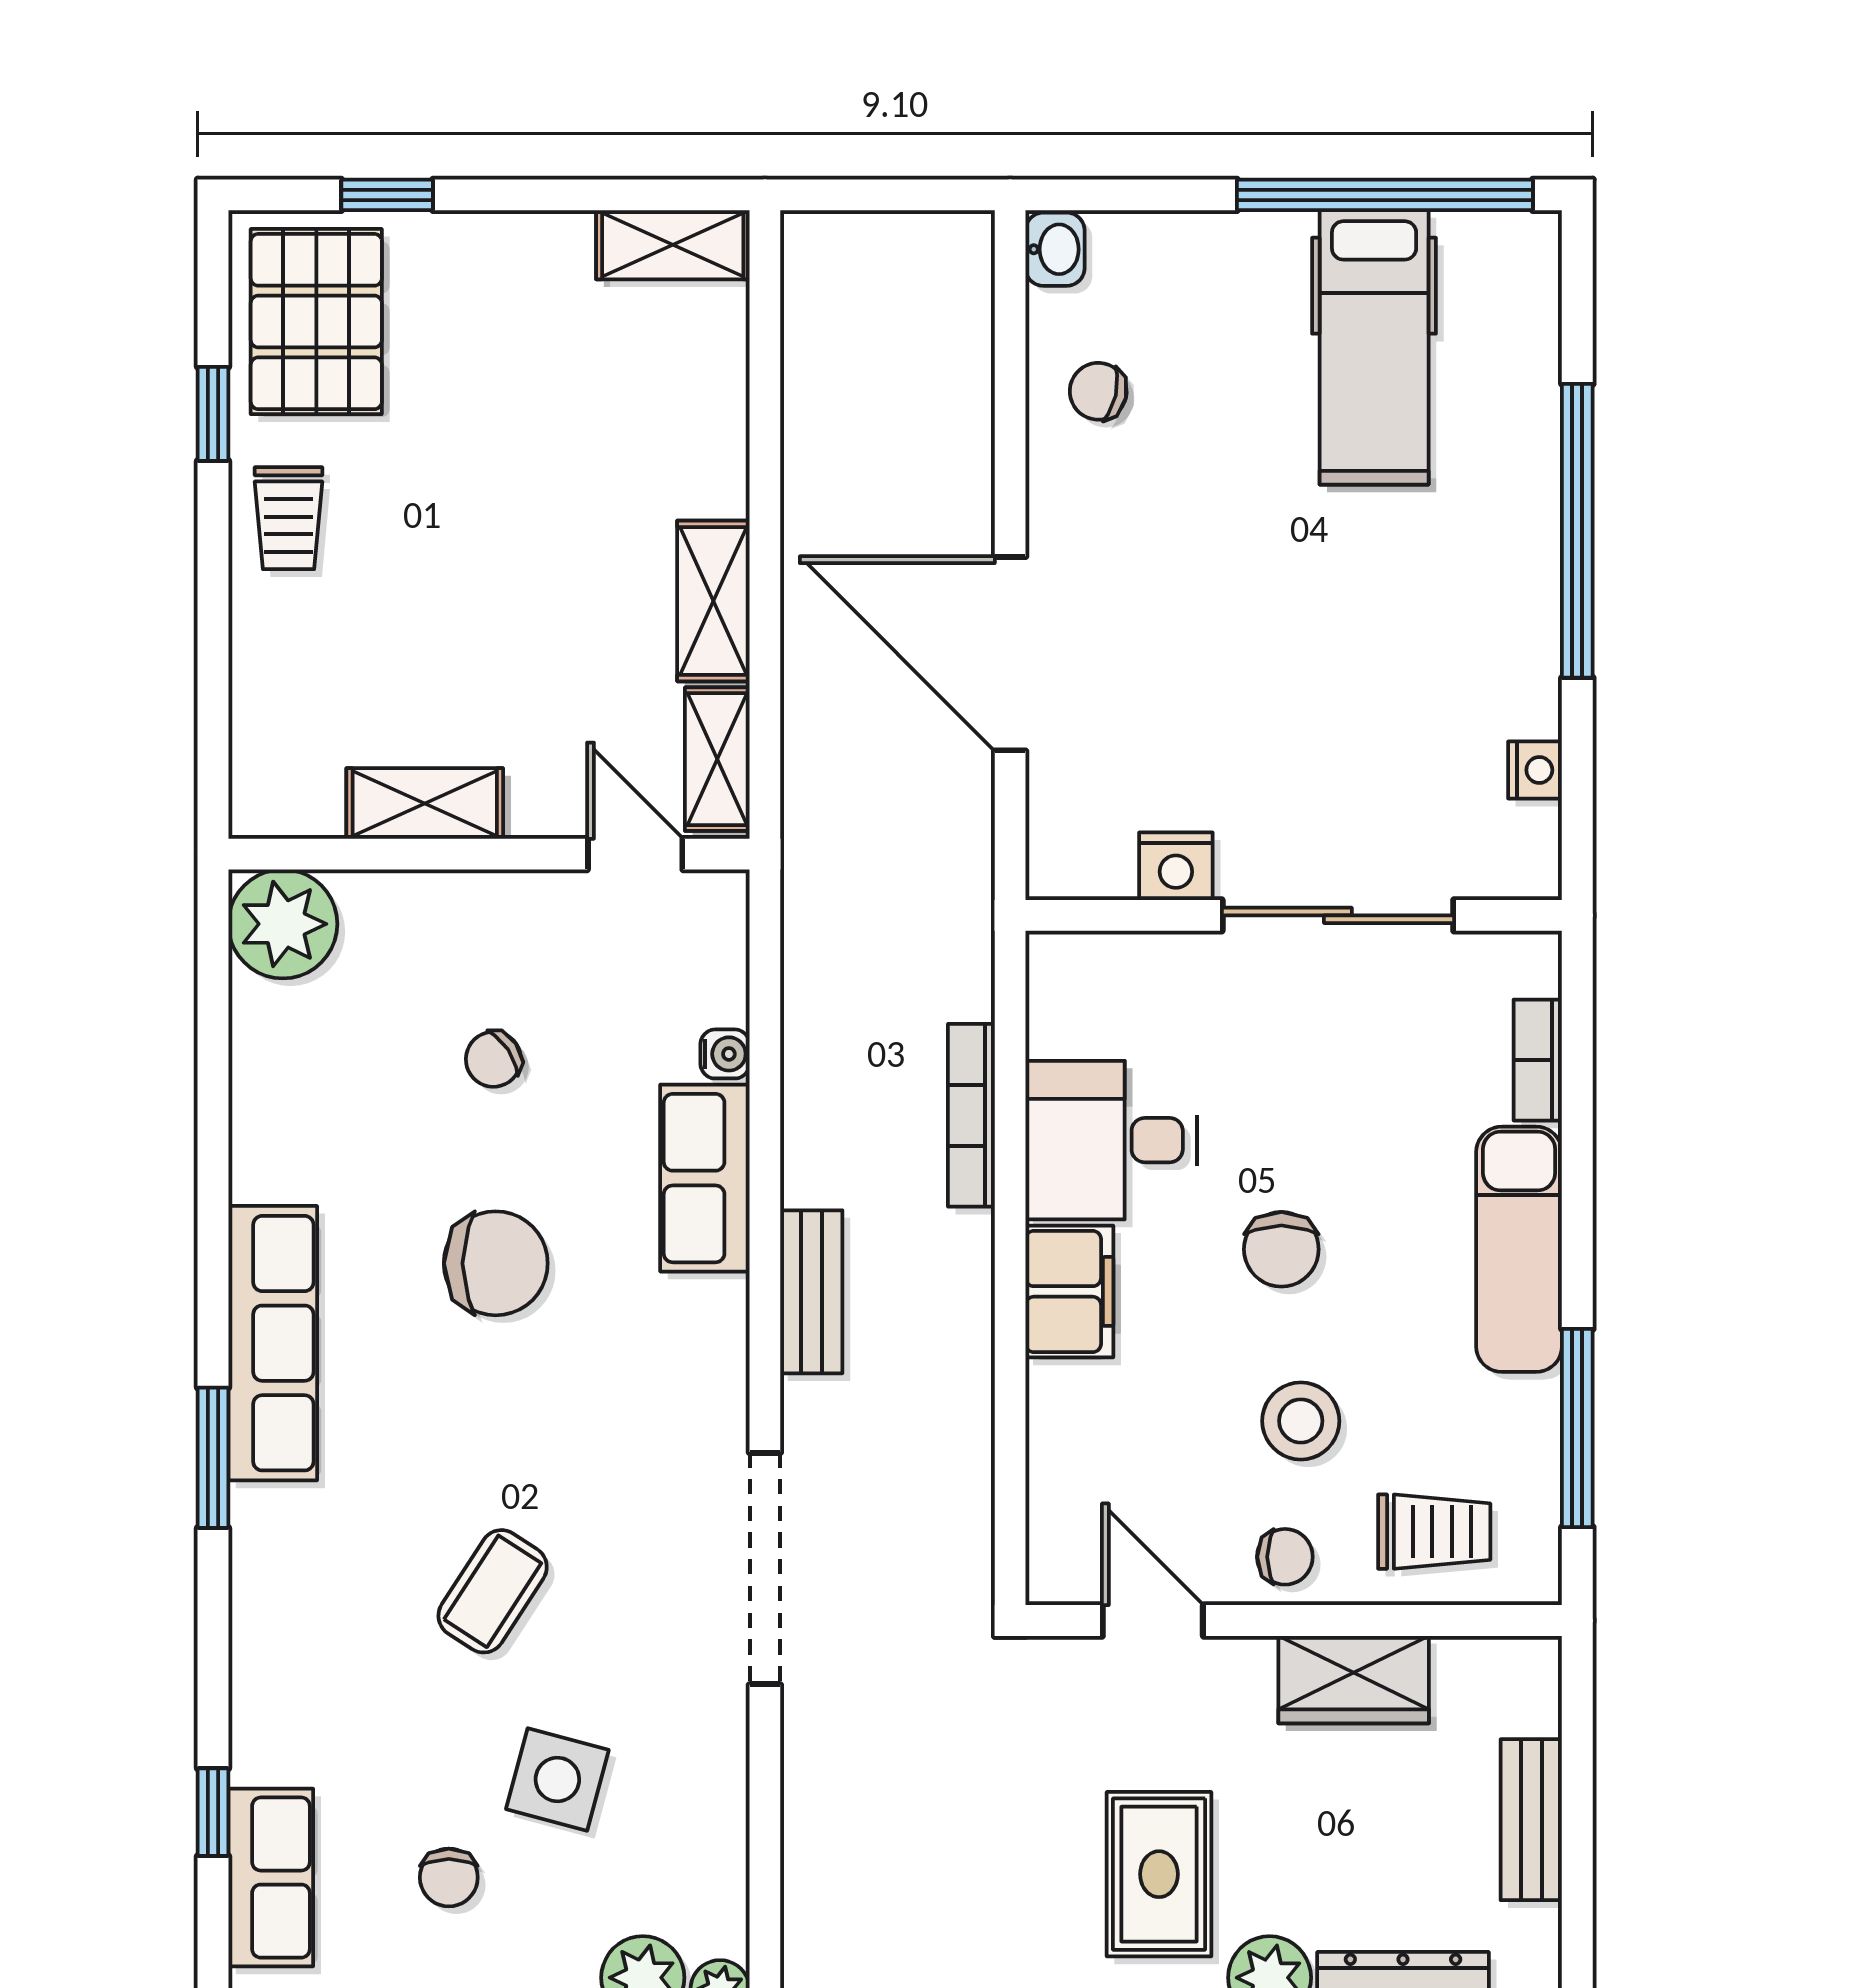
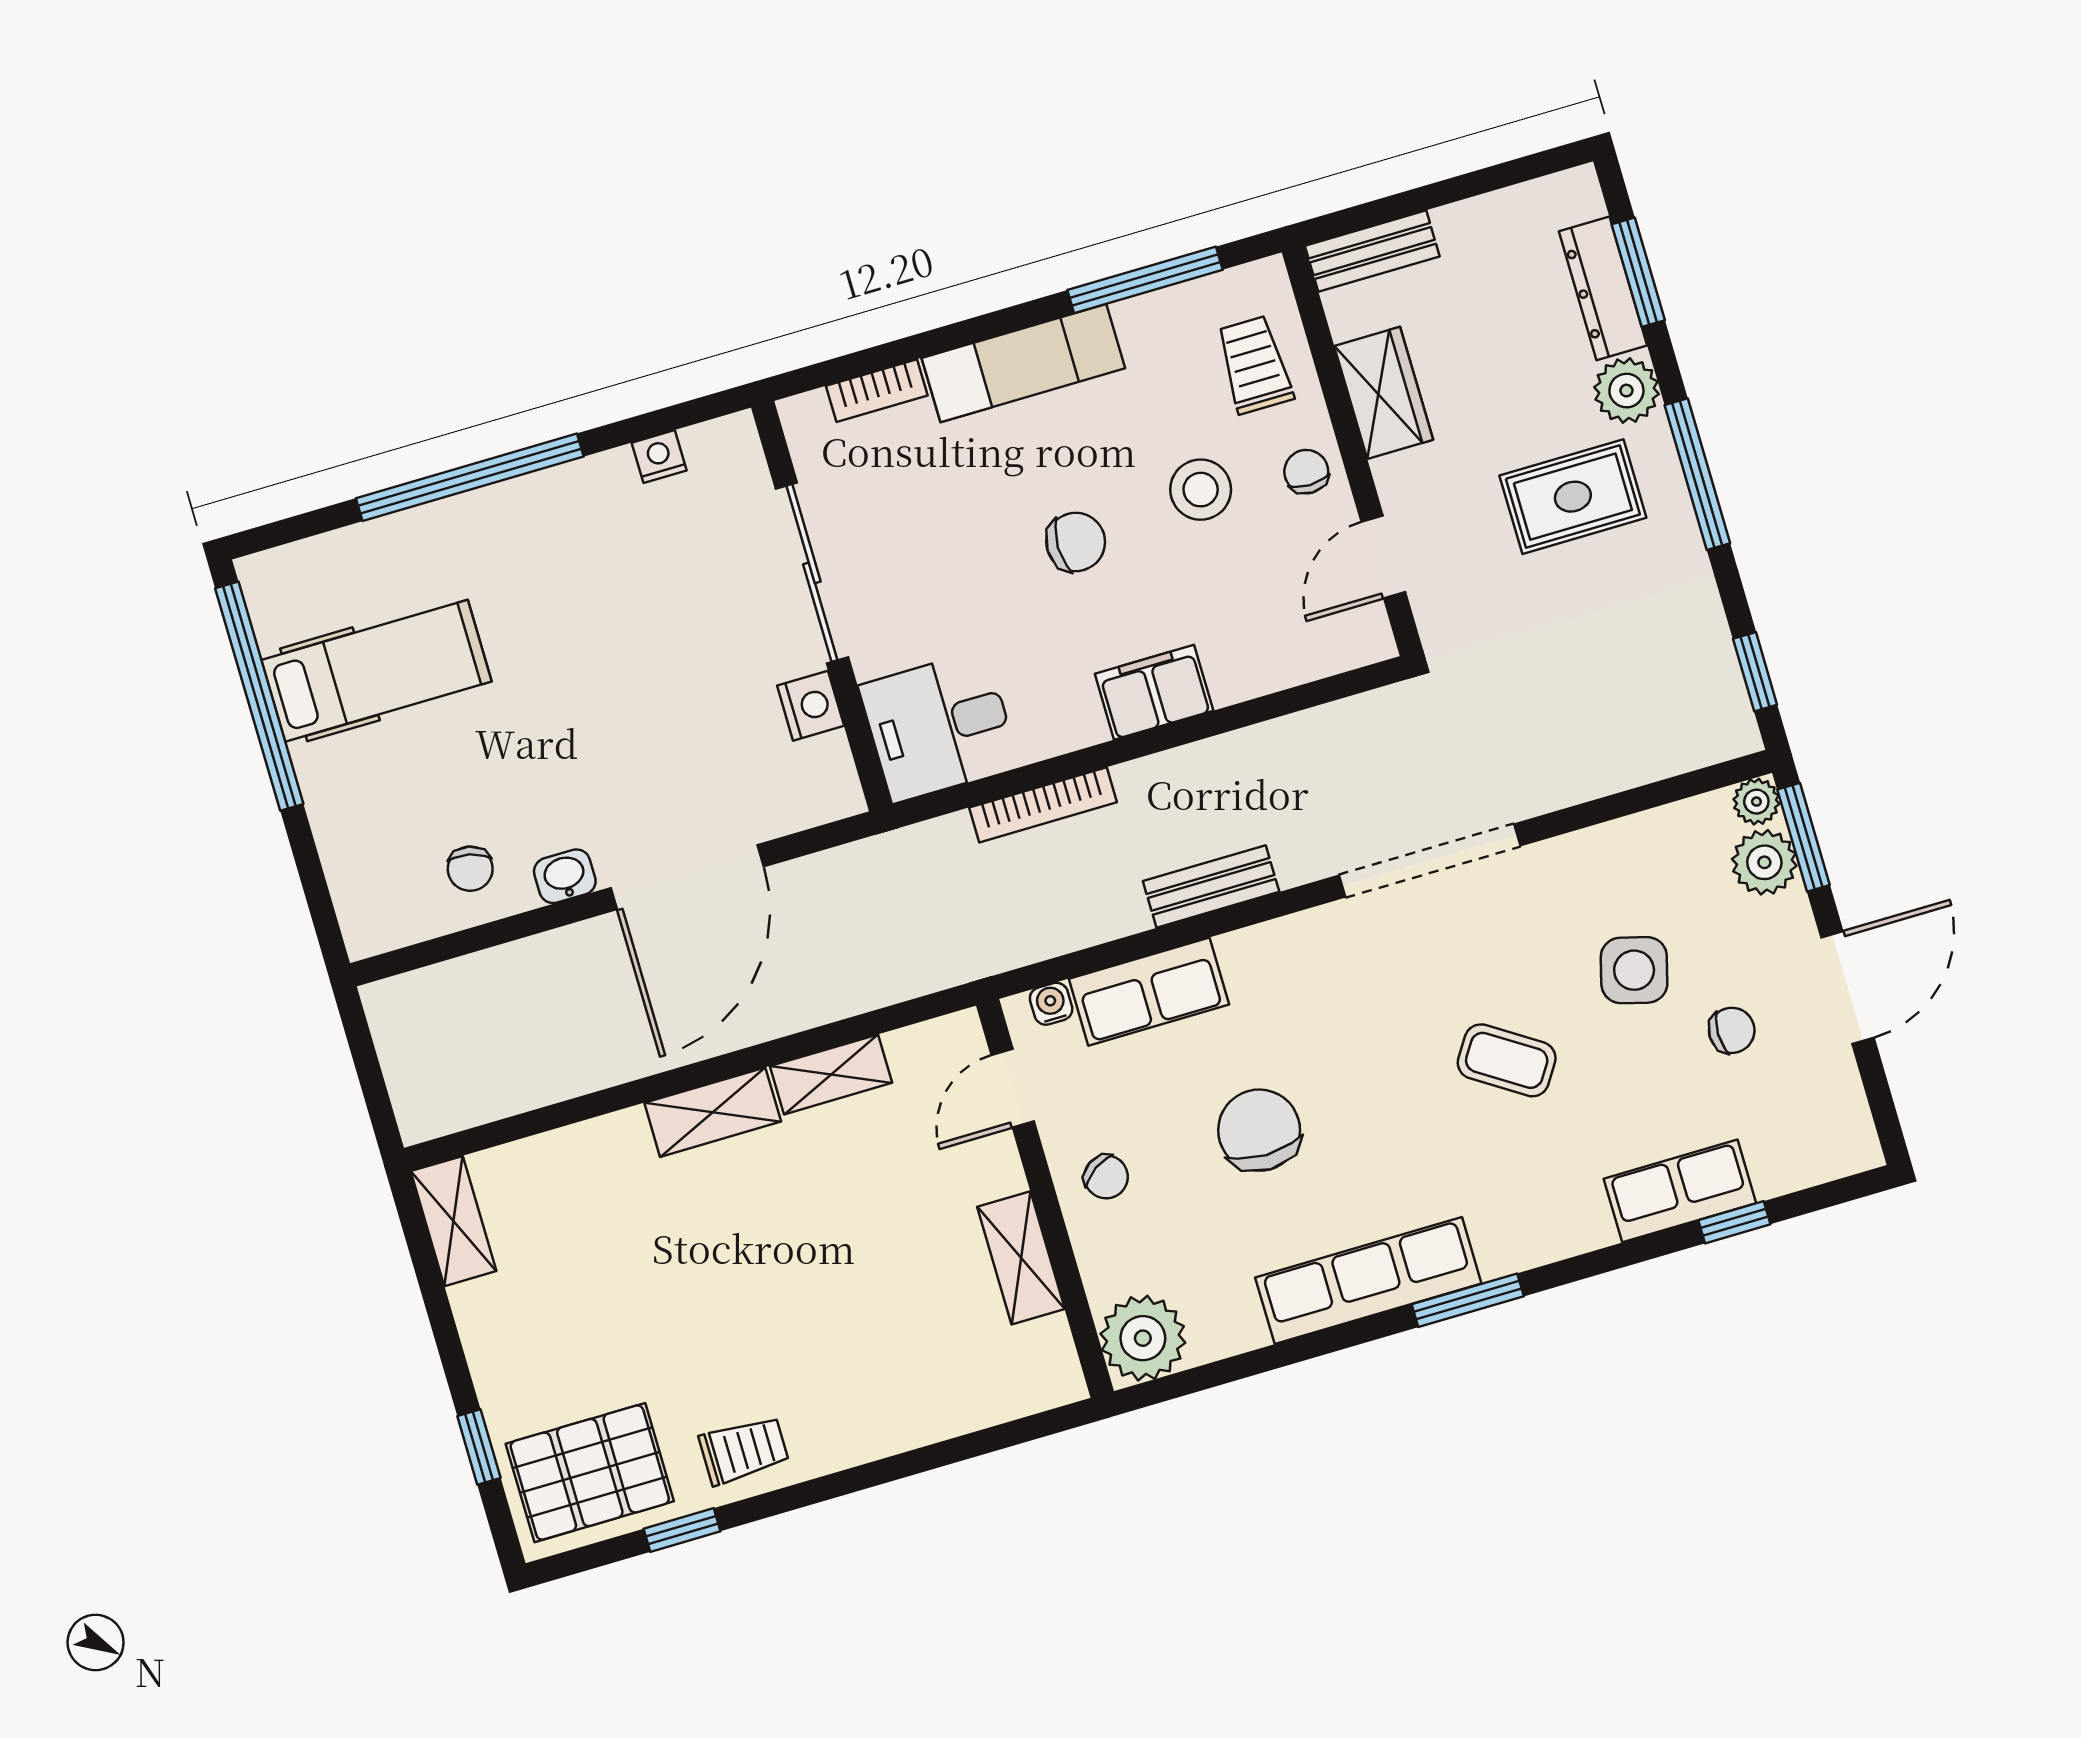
washbasin: (1055, 249) -> (565, 876), moved
shelving: (425, 803) -> (1021, 1258), moved
wall: (489, 854) -> (1045, 1198), moved
door: (635, 854) -> (1013, 1088), moved
plant: (283, 924) -> (1143, 1338), moved
desk: (1111, 1140) -> (939, 726), moved, turned 90
bench: (1531, 1820) -> (1372, 251), moved
row of seats: (271, 1878) -> (1680, 1191), moved

